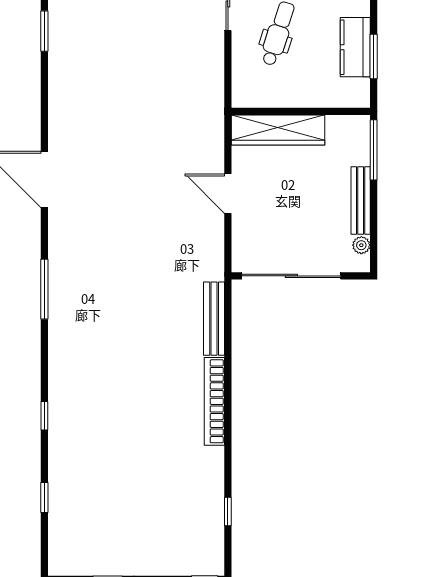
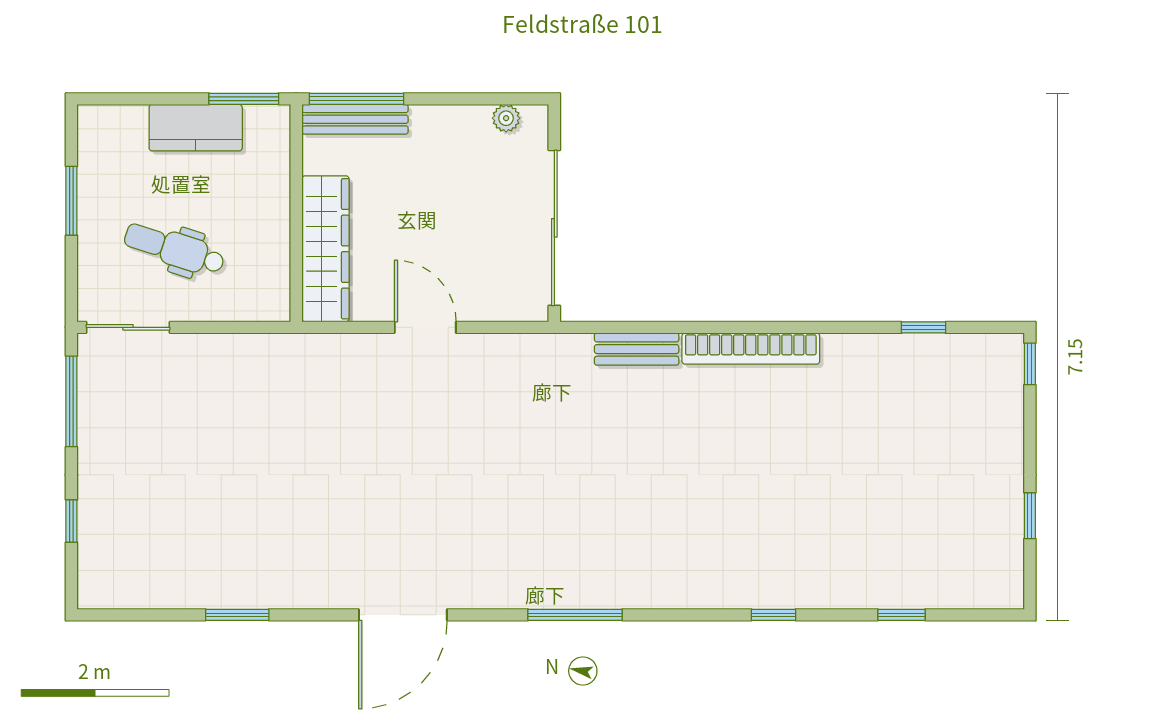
window: (44, 31) -> (237, 615), moved
window: (374, 56) -> (244, 99), moved
door: (228, 194) -> (425, 327), swing flipped
bench: (361, 201) -> (355, 119), moved
bench: (214, 319) -> (637, 349), width x0.73

